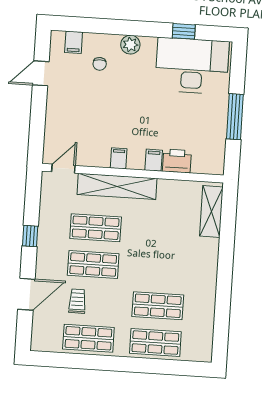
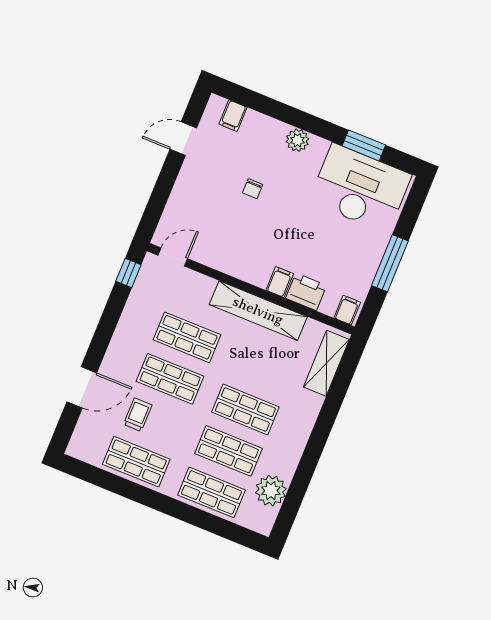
window: (184, 31) -> (364, 145), width x1.50
chair: (100, 64) -> (253, 189), moved
filing cabinet: (119, 158) -> (347, 310), moved
shelving: (117, 186) -> (258, 311), moved
window: (30, 236) -> (128, 273), moved
shop shelf: (160, 269) -> (245, 410), added
plant: (201, 326) -> (271, 491), added

